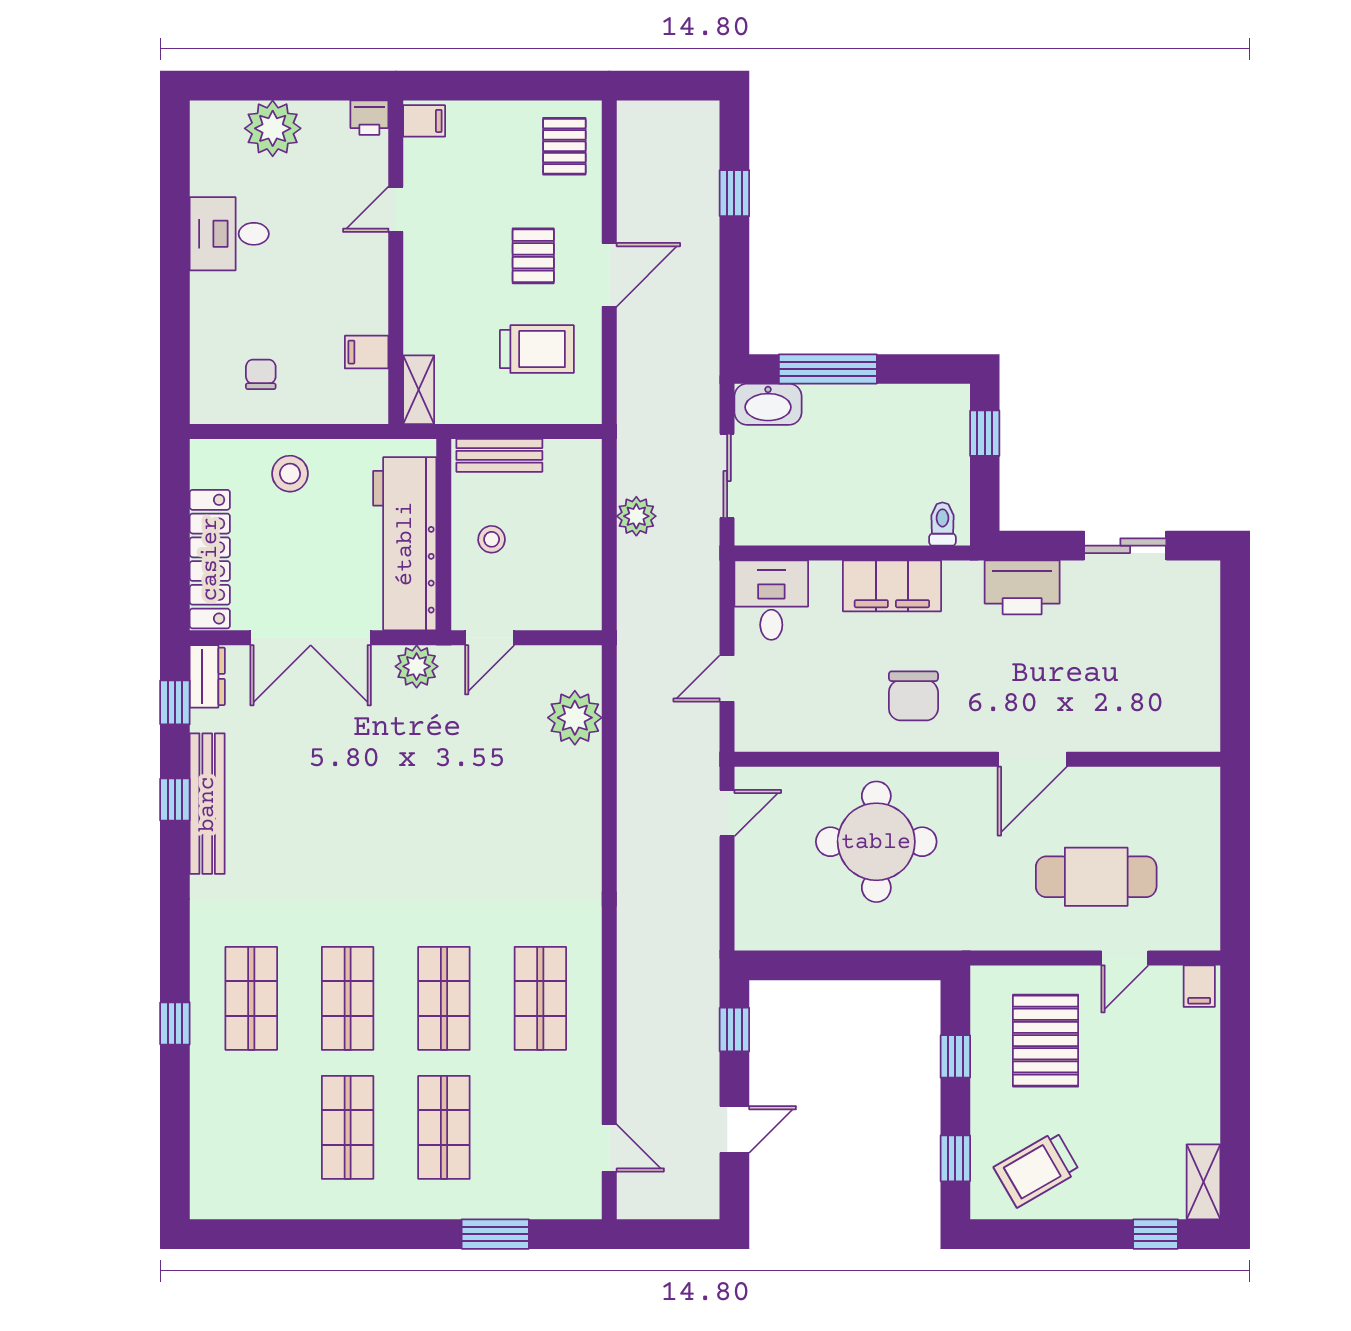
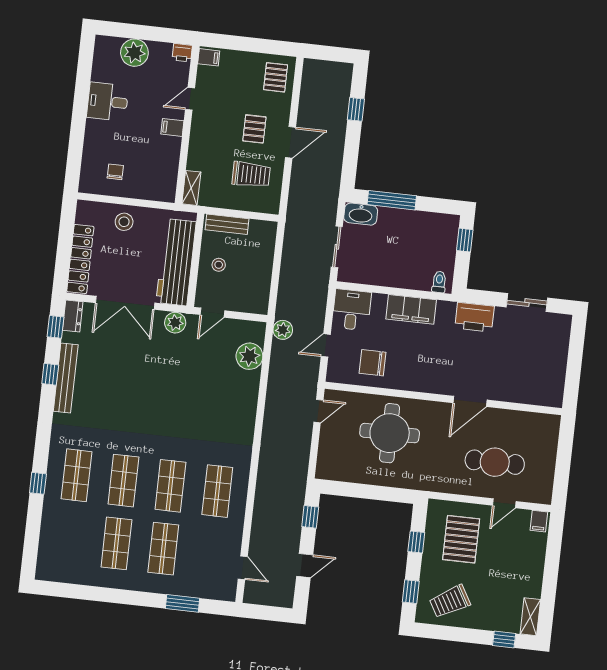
filing cabinet: (367, 352) -> (172, 127), moved
plant: (636, 516) -> (283, 330), moved
chair: (913, 696) -> (373, 363), moved, turned 90

